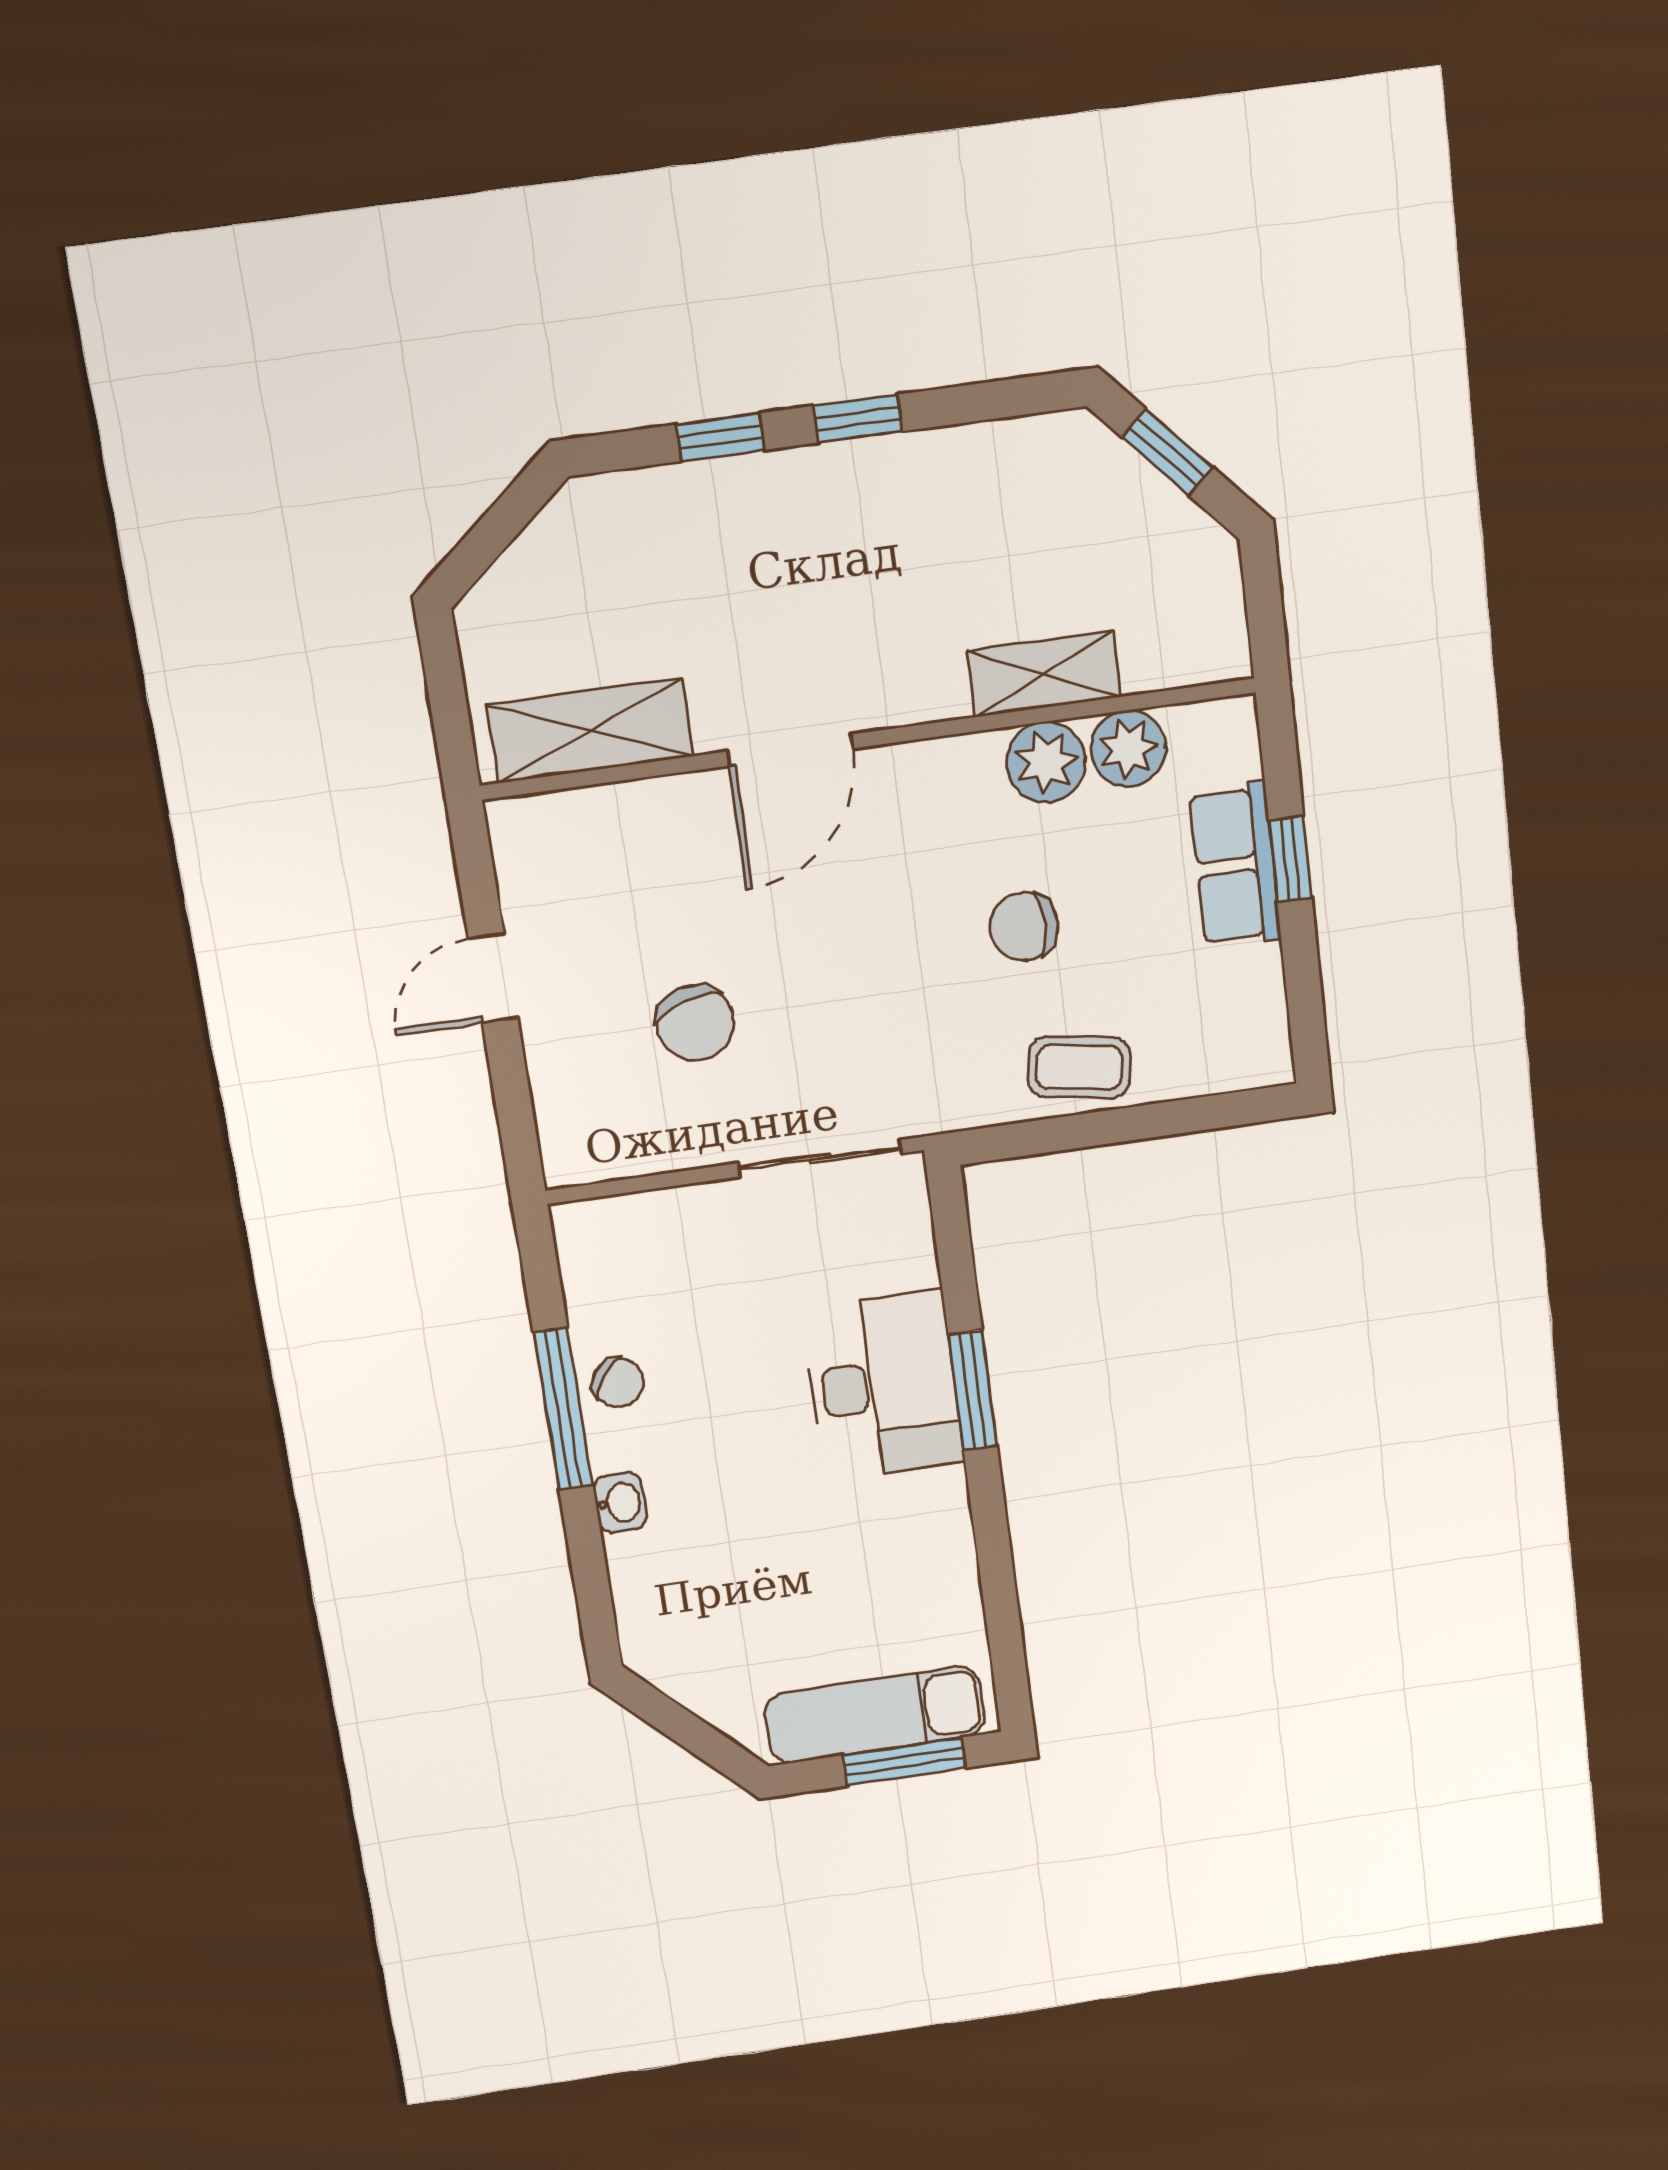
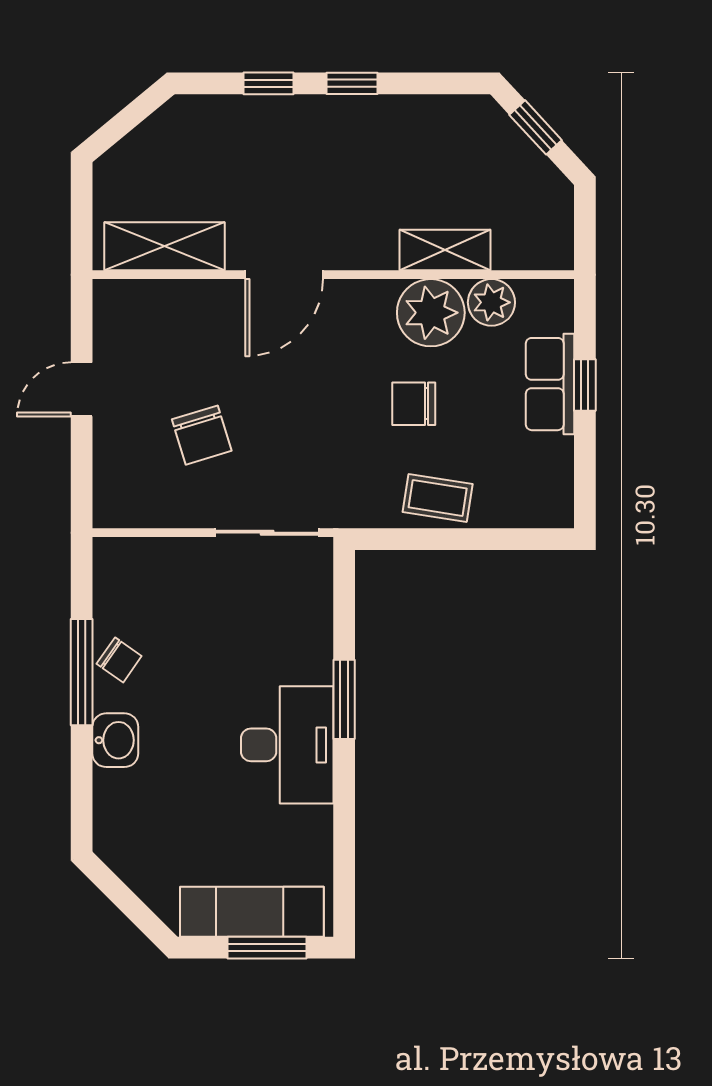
plant: (1046, 762) -> (431, 313), width x1.36, depth x1.36
desk: (883, 1386) -> (287, 745), moved
washbasin: (620, 1503) -> (115, 740), width x1.38, depth x1.45

